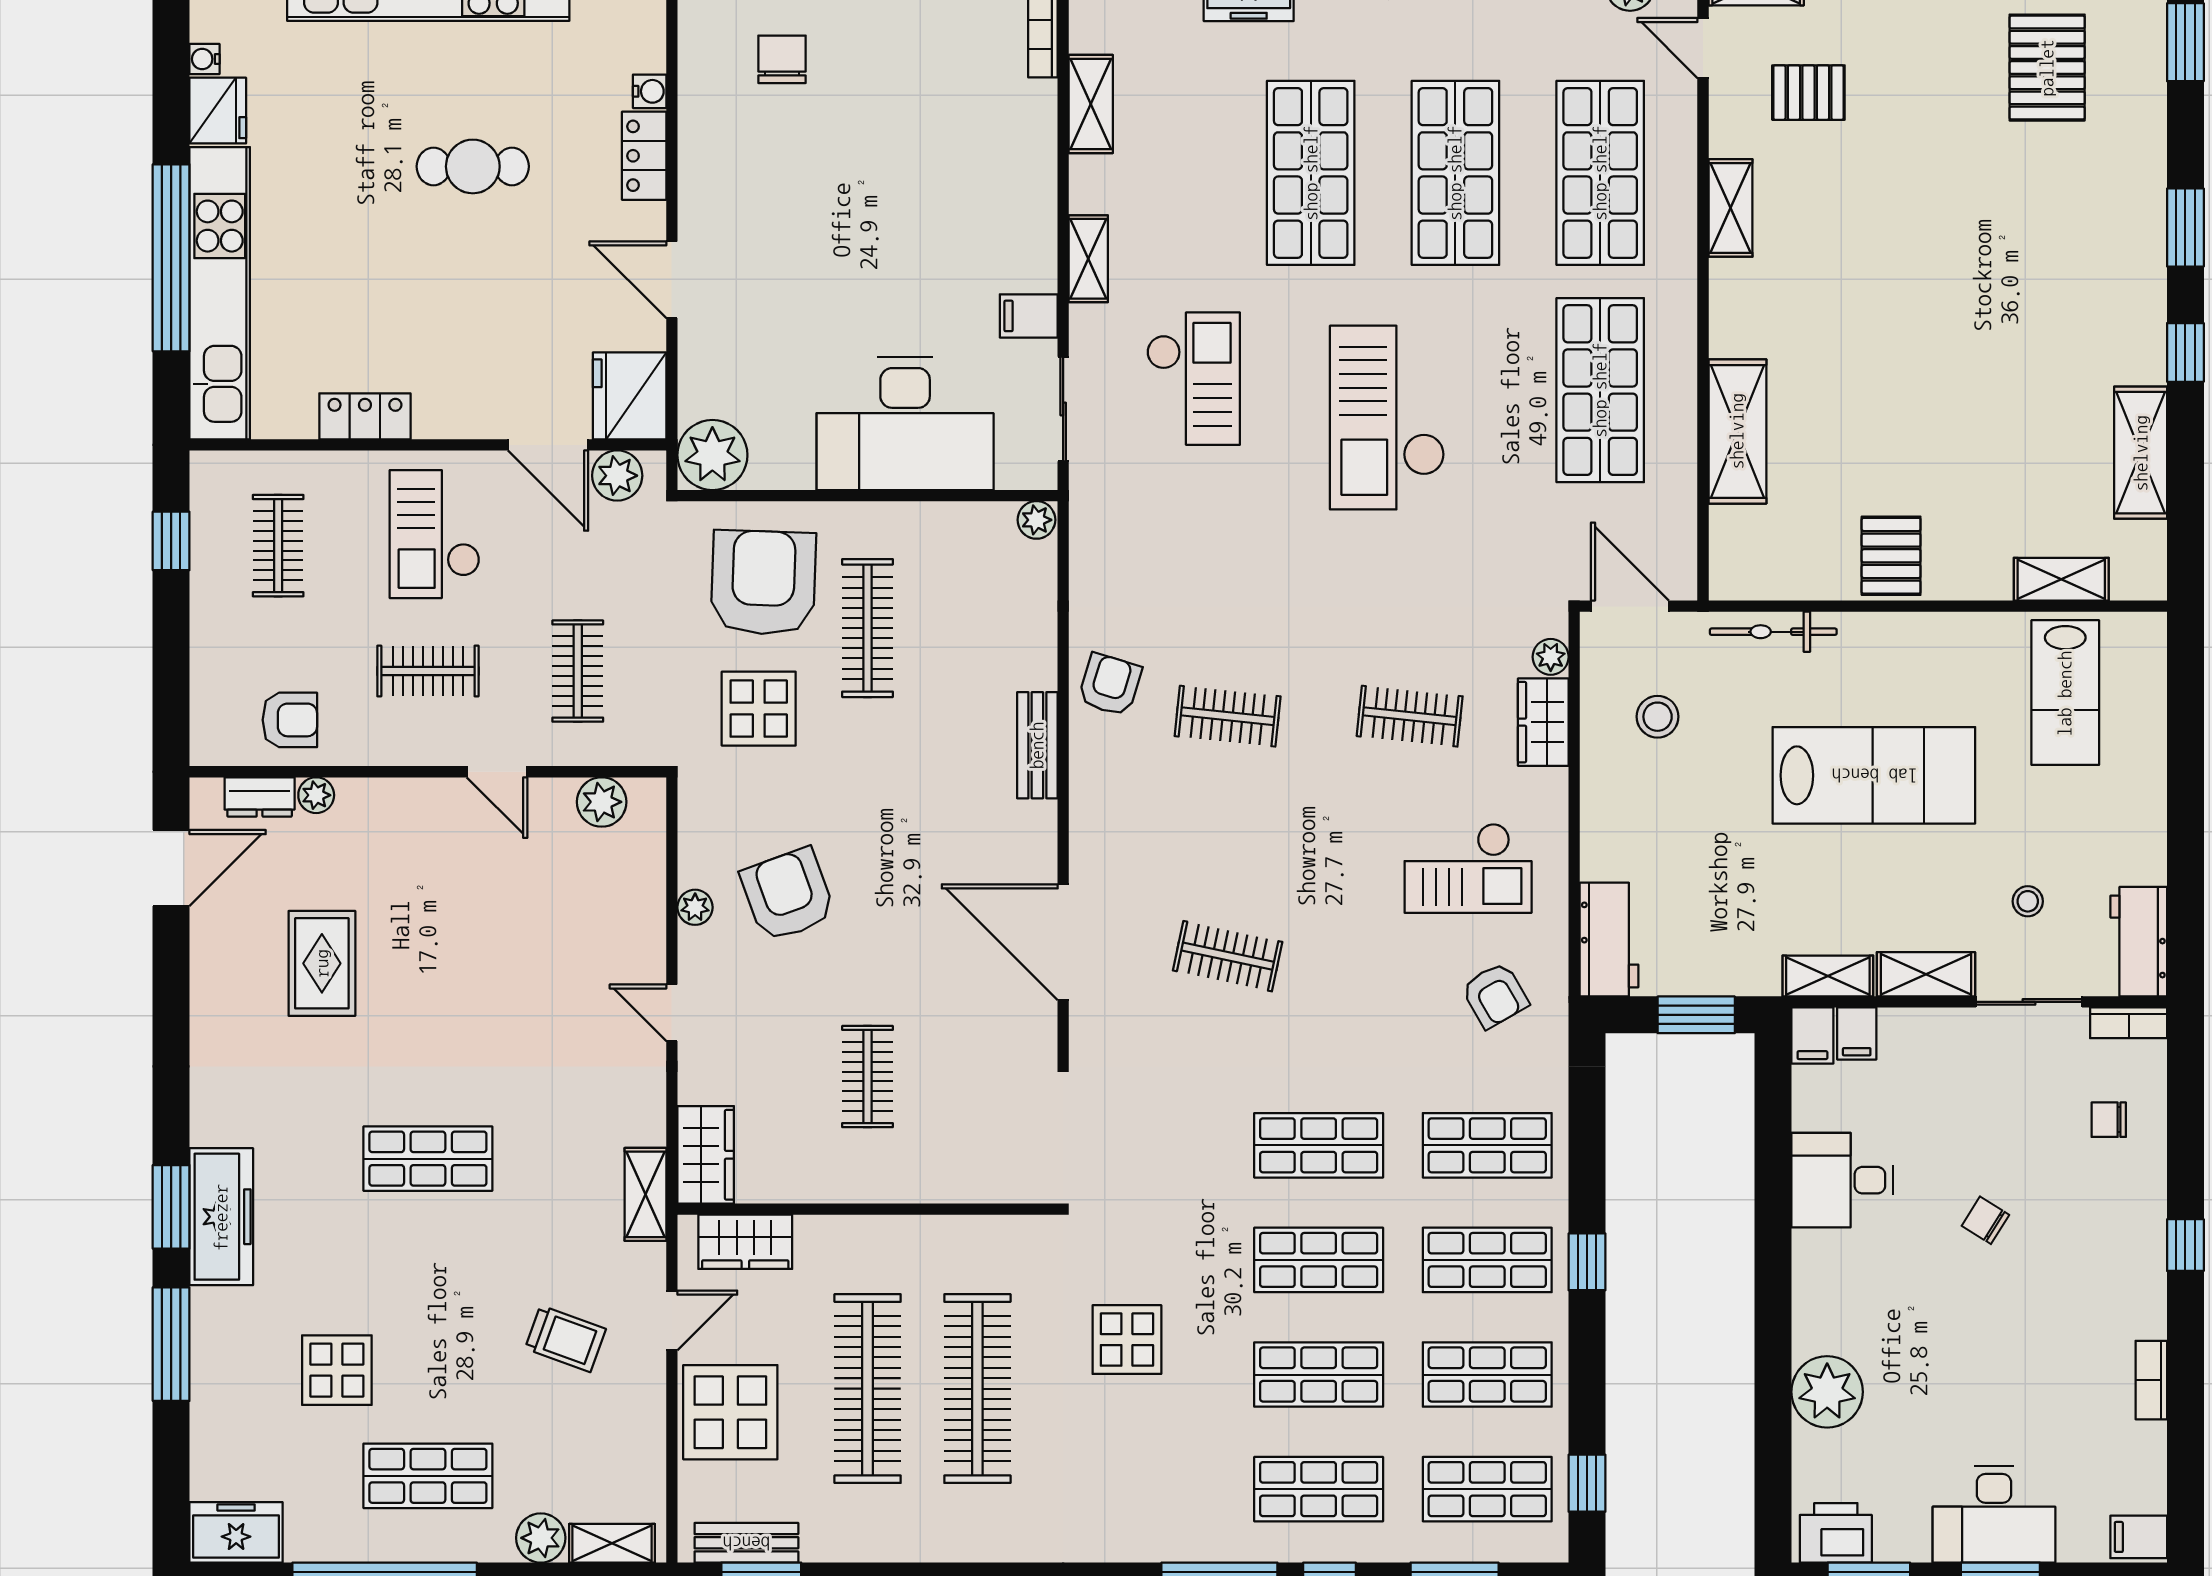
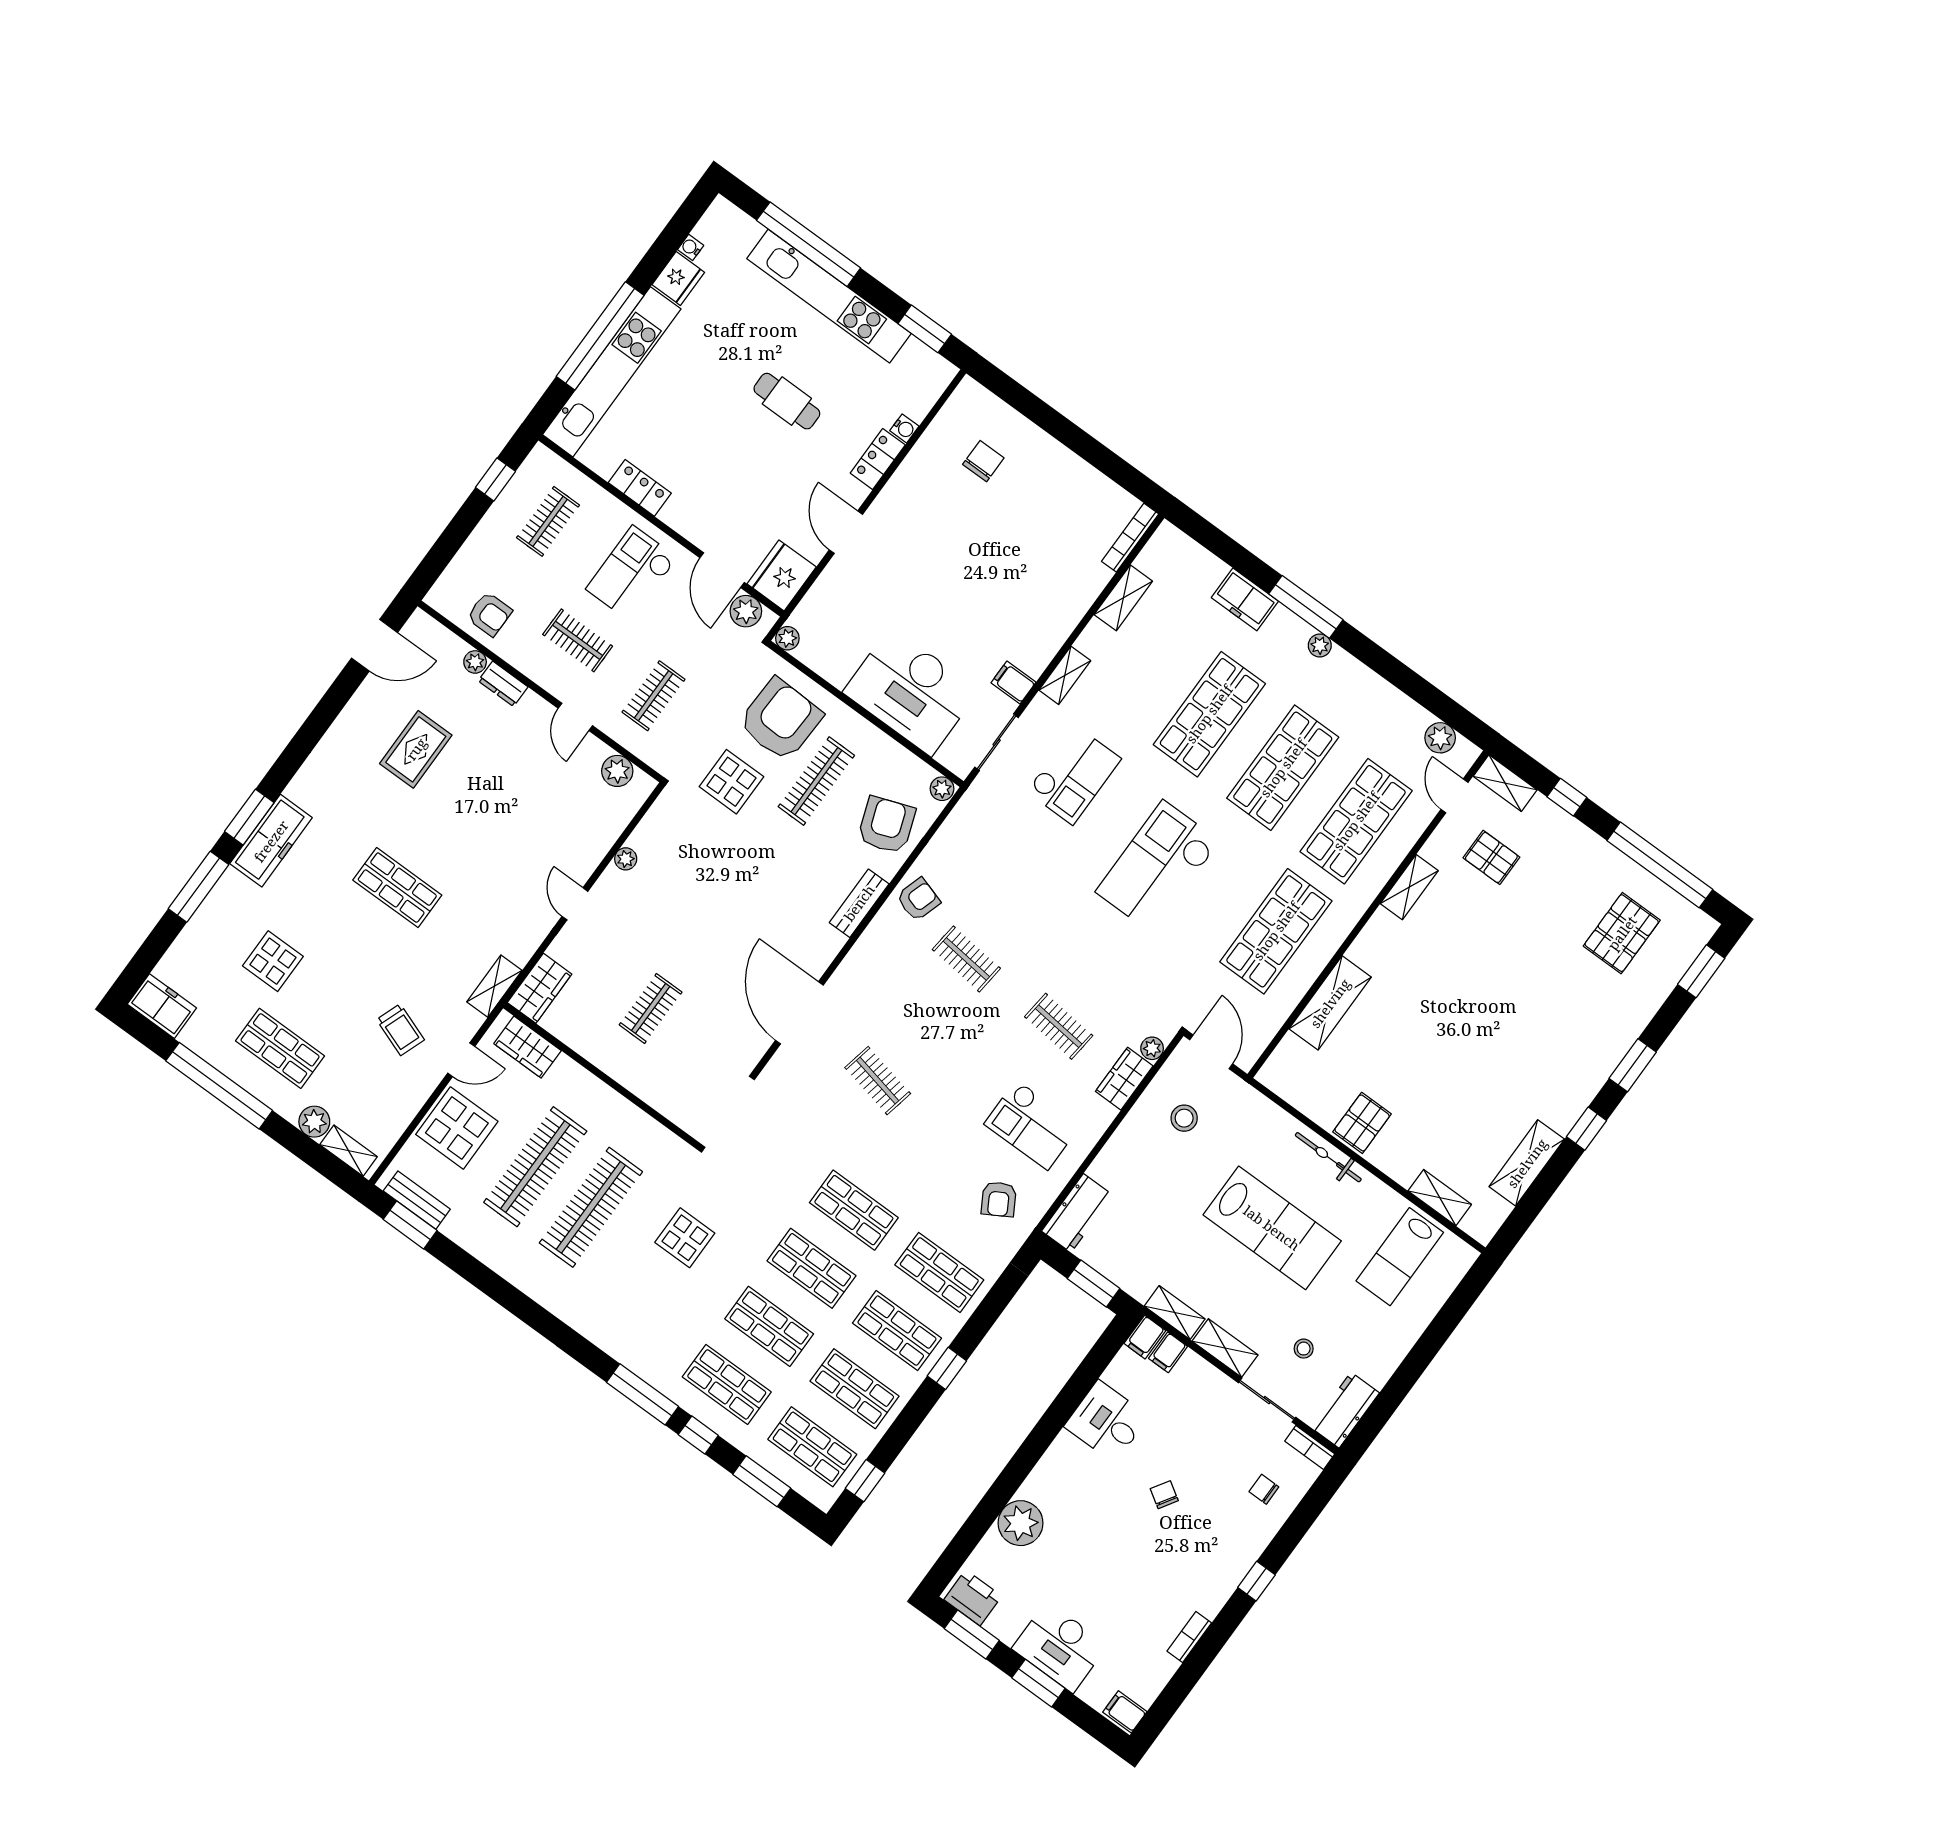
plant: (712, 455) -> (787, 638), width x0.53, depth x0.53
bicycle: (1773, 632) -> (1328, 1157), moved
dresser: (260, 797) -> (503, 684), moved
armchair: (788, 895) -> (886, 825), moved

